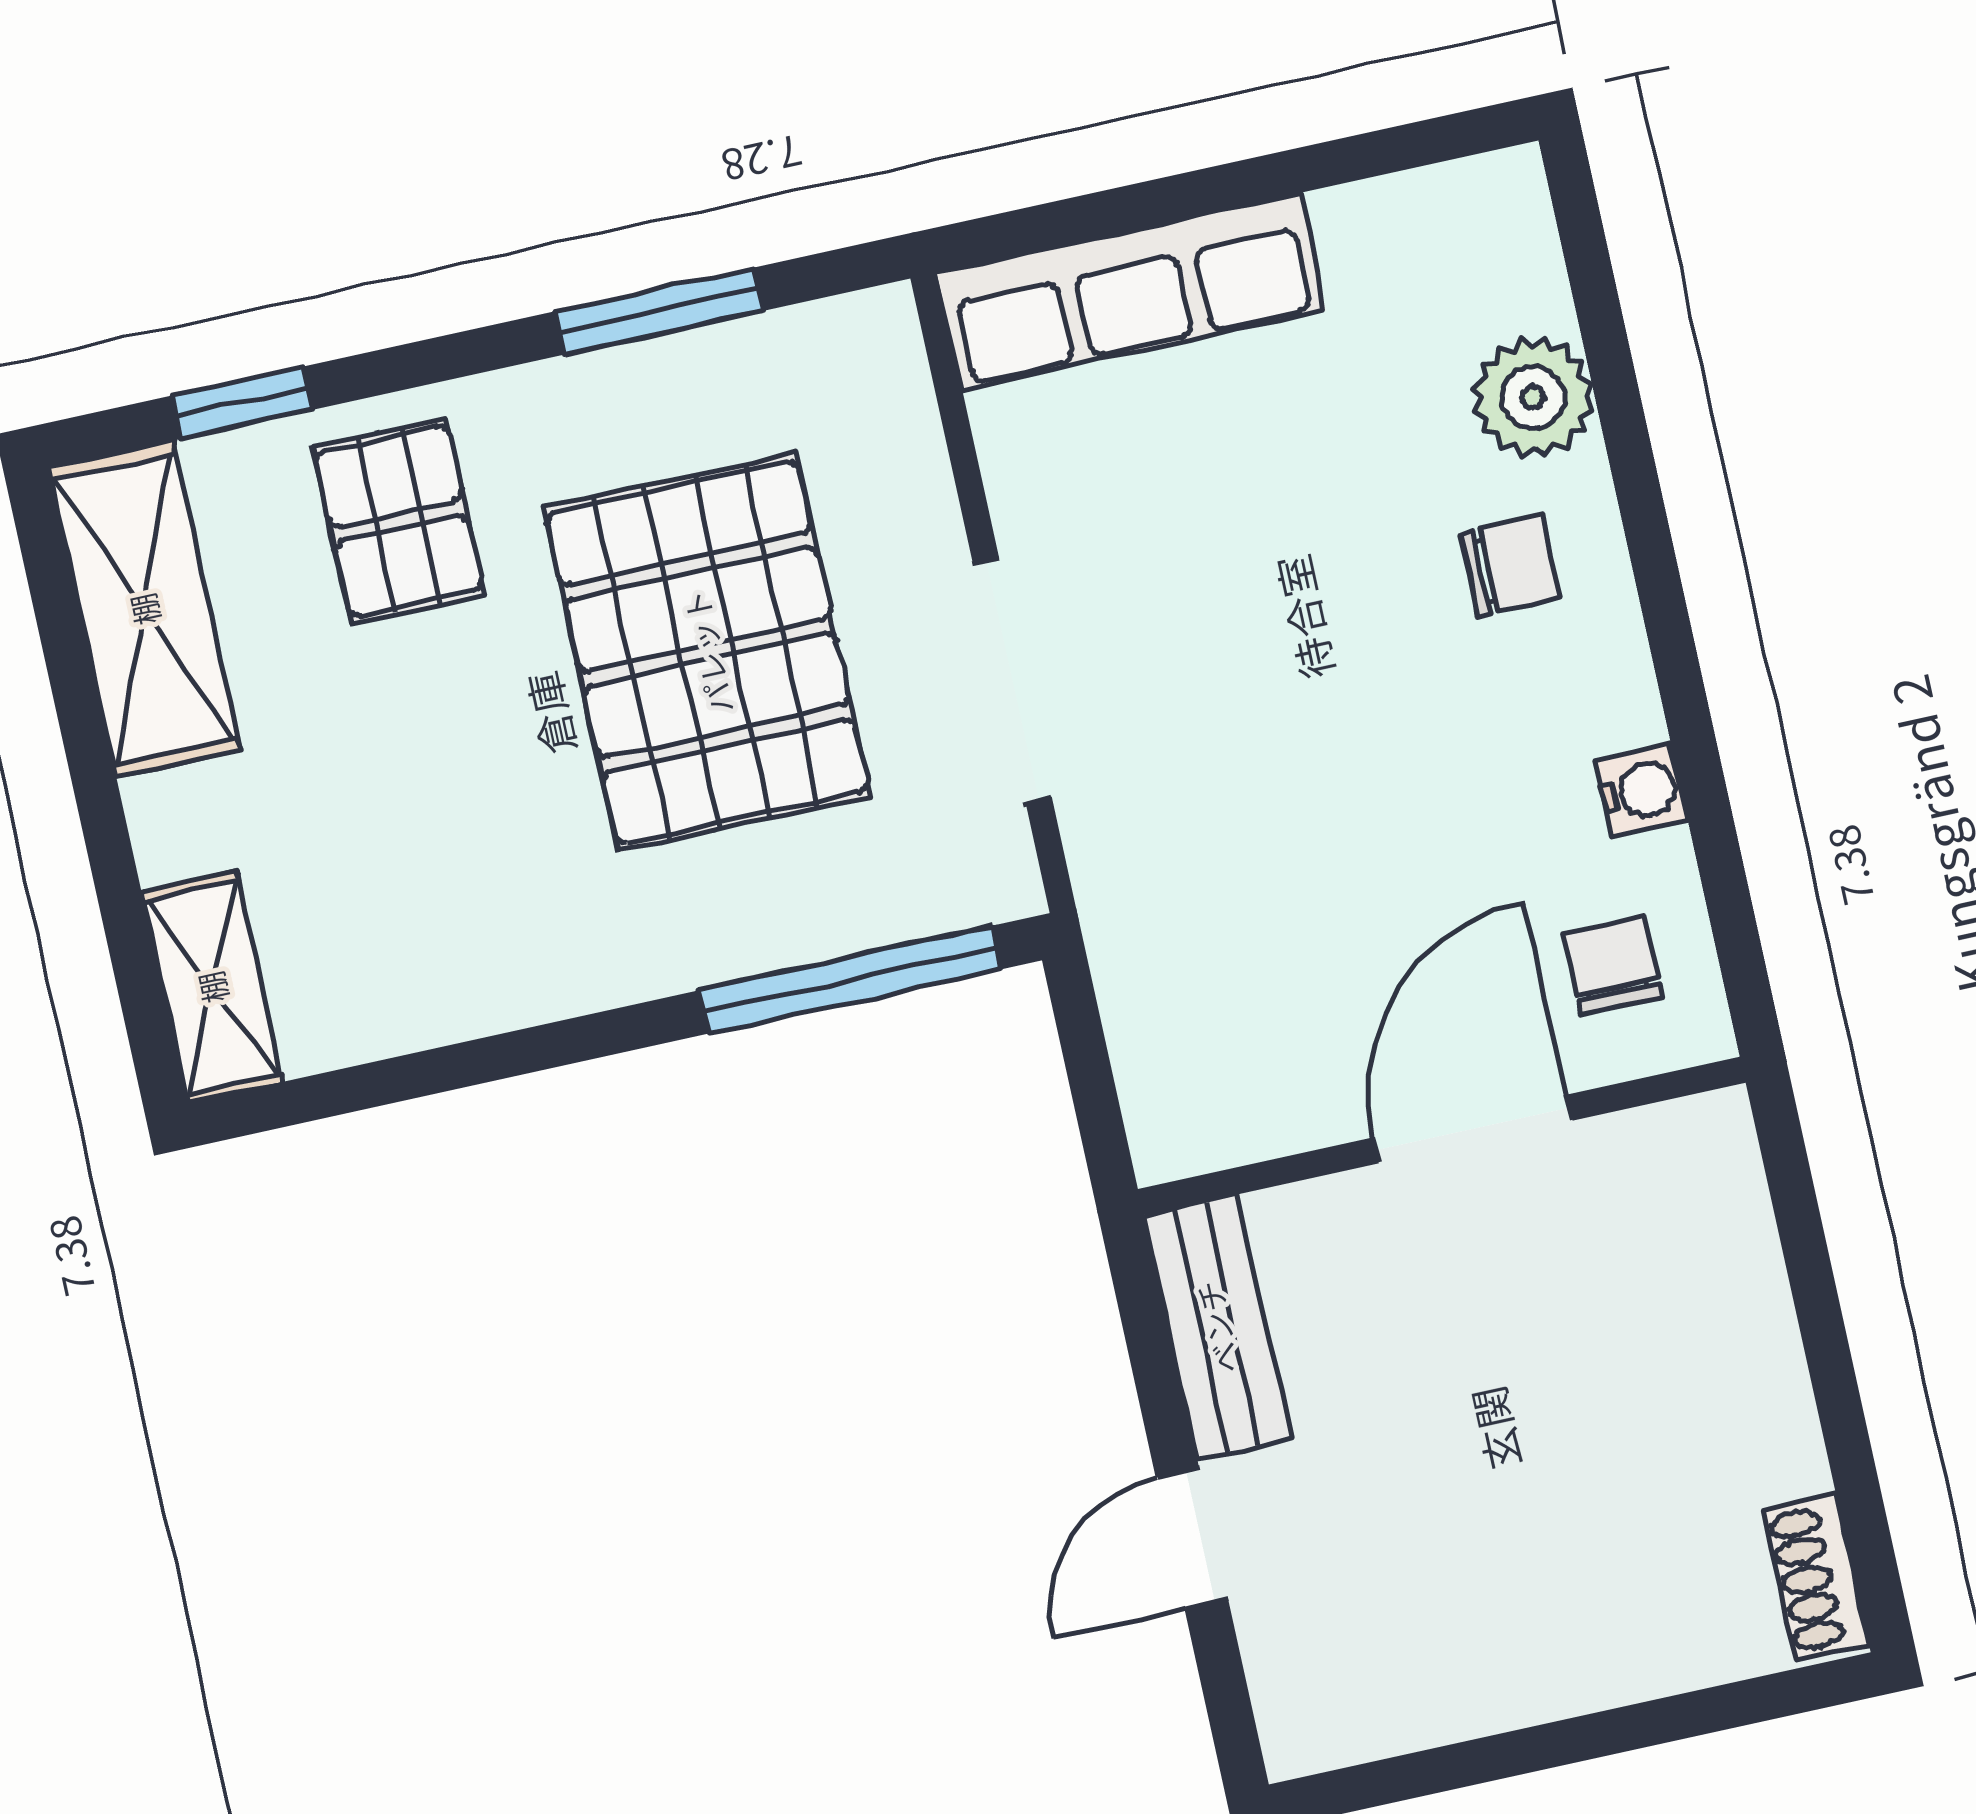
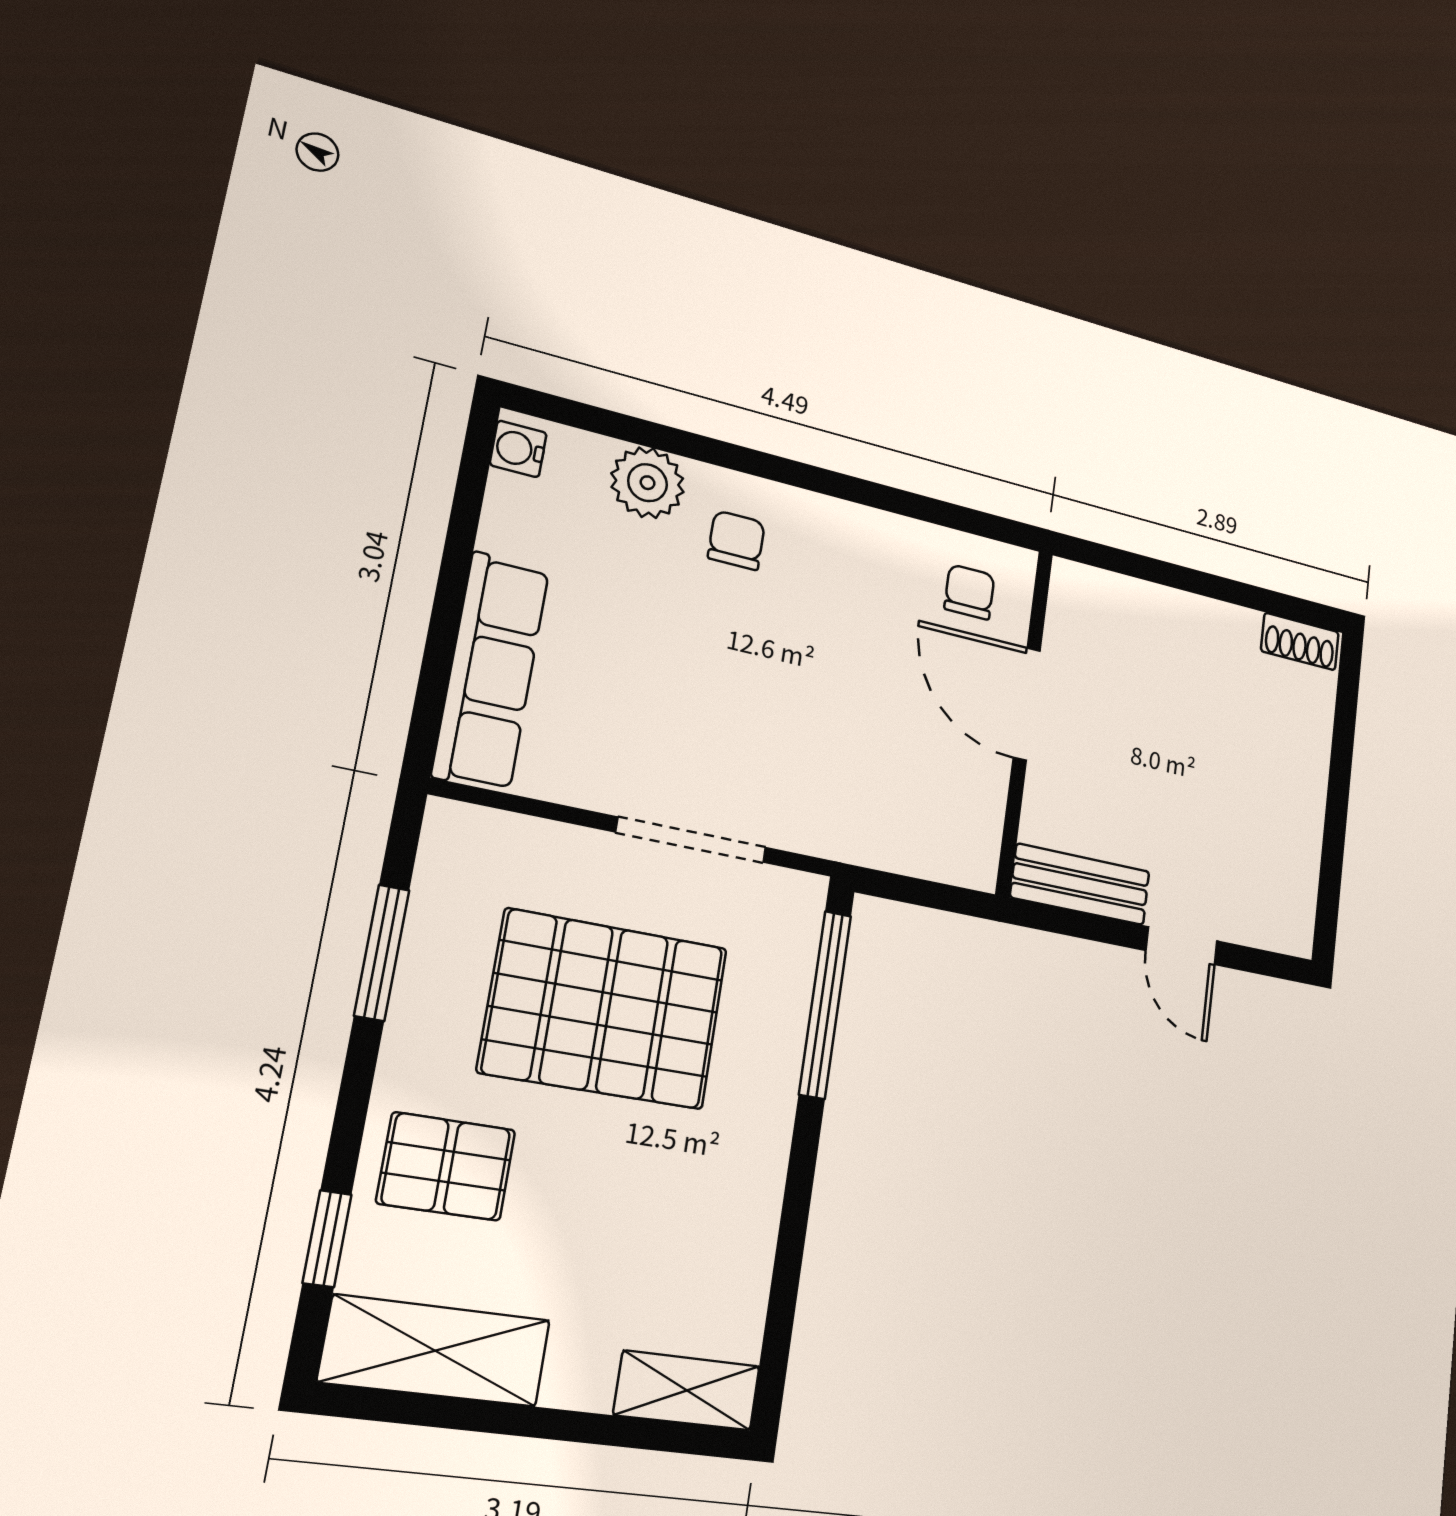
water cooler: (1641, 791) -> (518, 449), moved, turned -90
chair: (1613, 966) -> (969, 592), turned 90

